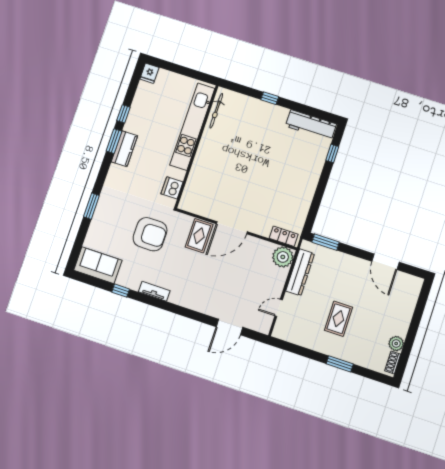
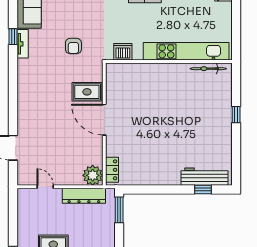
workbench: (311, 125) -> (204, 177), moved, turned 90
armchair: (150, 234) -> (73, 46), width x0.53, depth x0.53
tv unit: (154, 291) -> (23, 44), moved

